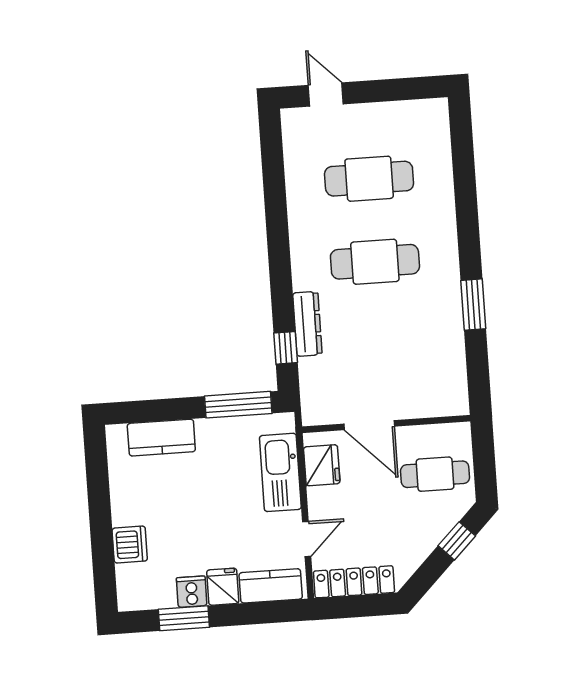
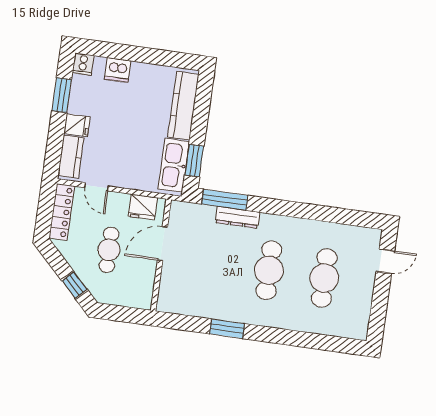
window: (286, 348) -> (225, 200), width x2.17
window: (238, 405) -> (194, 161), width x0.69
kitchen counter: (161, 438) -> (183, 106), width x1.50
kitchen sink: (280, 472) -> (174, 165), moved, turned -90
cafe table: (435, 474) -> (109, 250), moved
cooker: (192, 592) -> (83, 64), moved, turned 90

